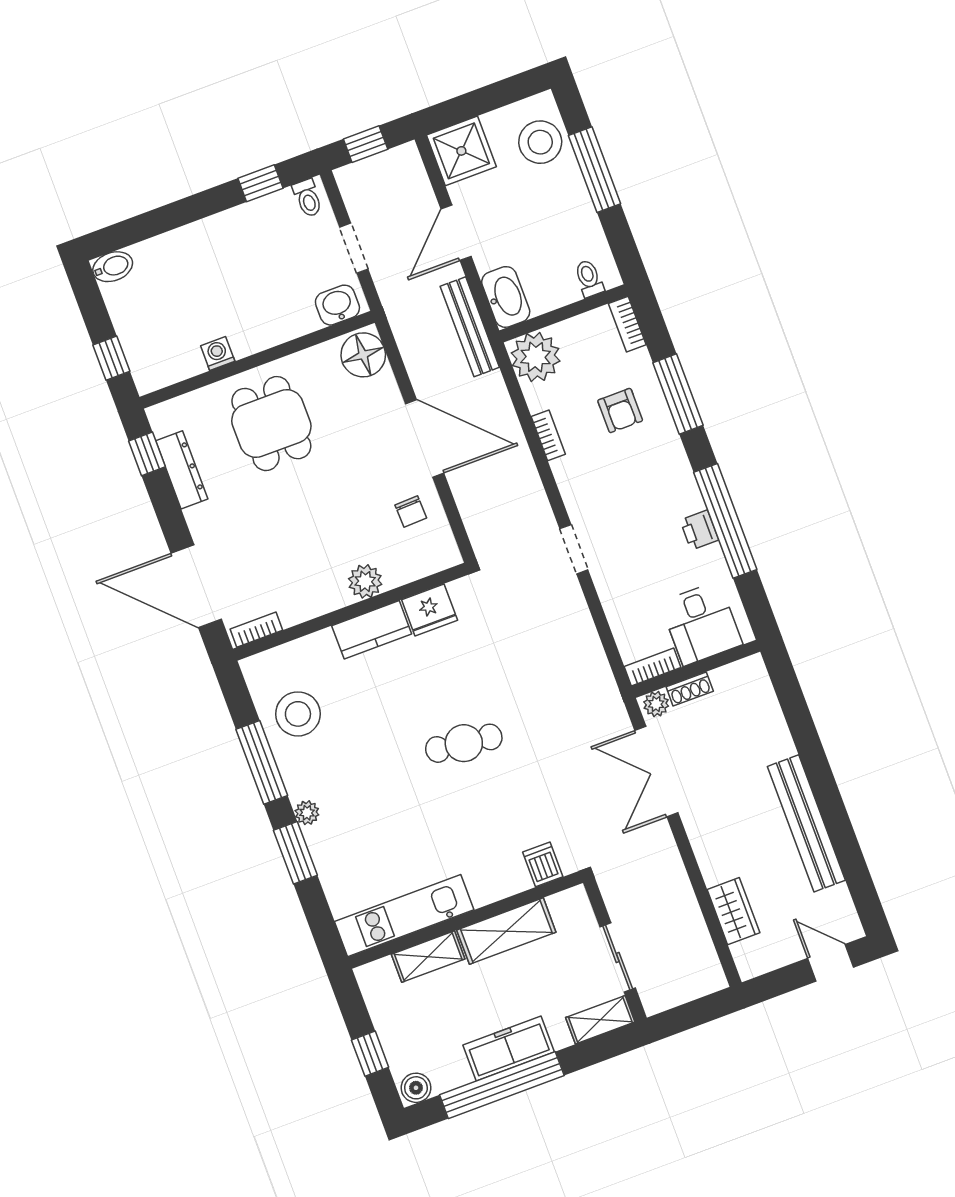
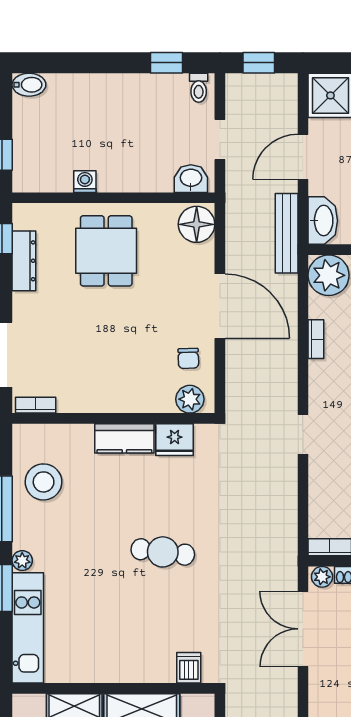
plant: (365, 581) -> (190, 399), moved
kitchen unit: (404, 916) -> (28, 628), moved, turned 90

